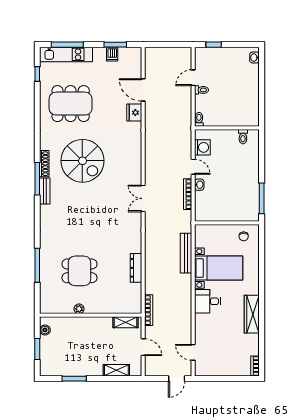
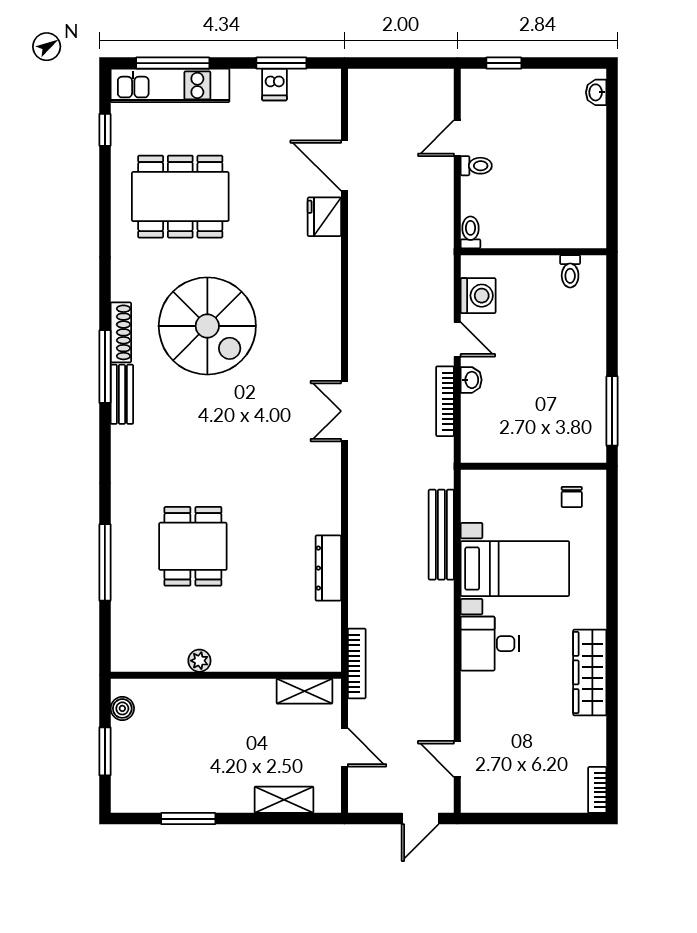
dining table: (79, 271) -> (193, 546), moved, turned 90

